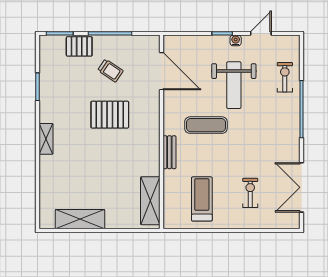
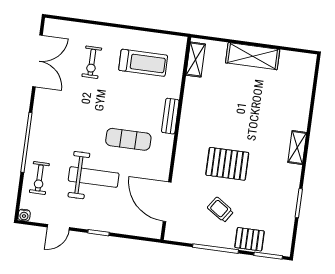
water cooler: (236, 40) -> (24, 215), moved
weight bench: (234, 85) -> (94, 177), turned 90
treadmill: (202, 199) -> (143, 63), turned -90
shelving: (150, 201) -> (196, 60), width x0.67, depth x0.75
shelving: (80, 219) -> (253, 56), moved

